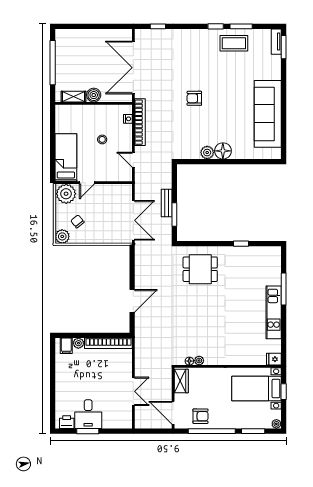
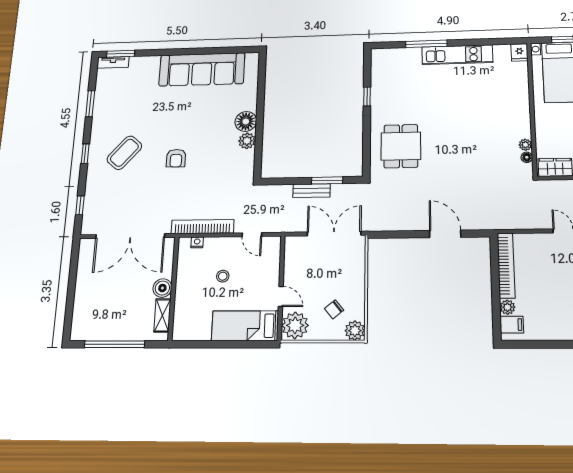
window: (216, 26) -> (85, 154), moved
coffee table: (234, 43) -> (124, 153), moved, turned 41
door: (133, 160) -> (252, 235), hinge flipped

